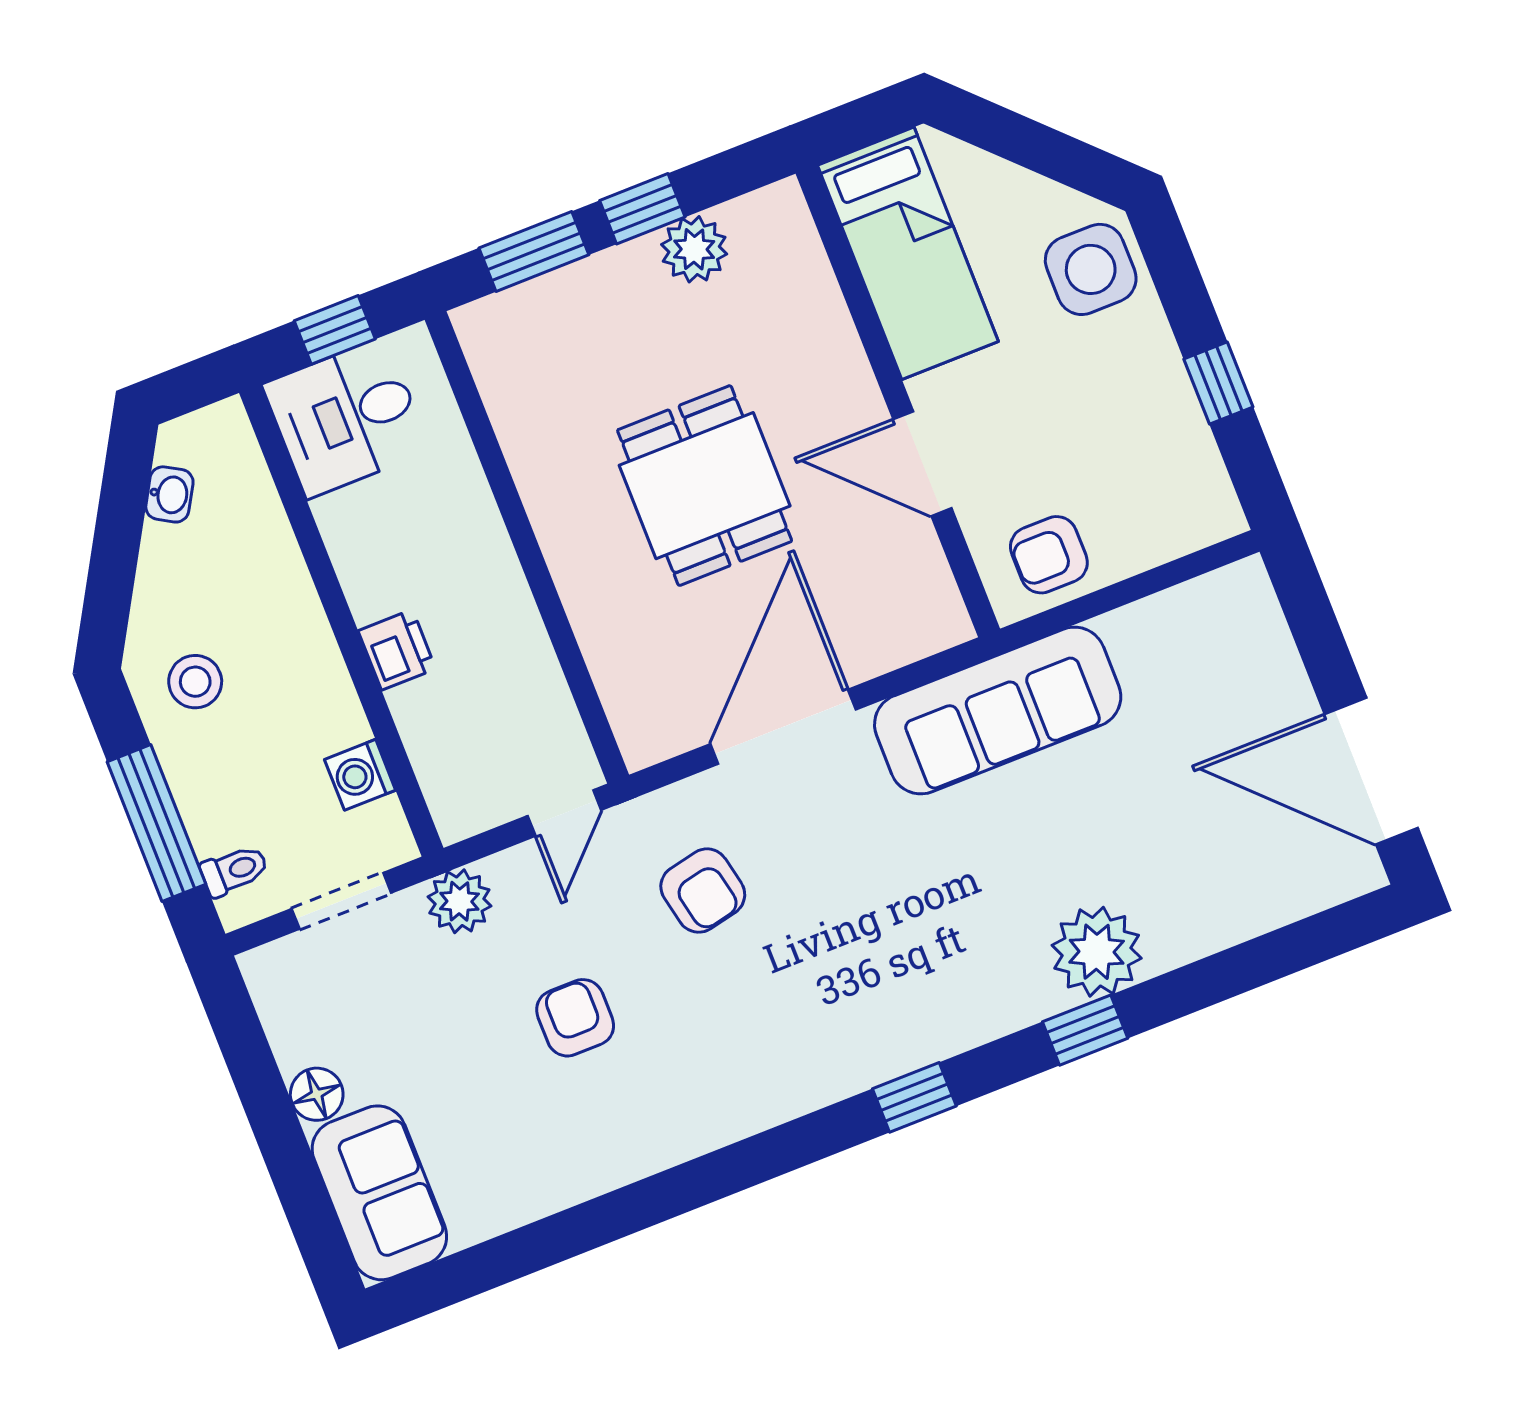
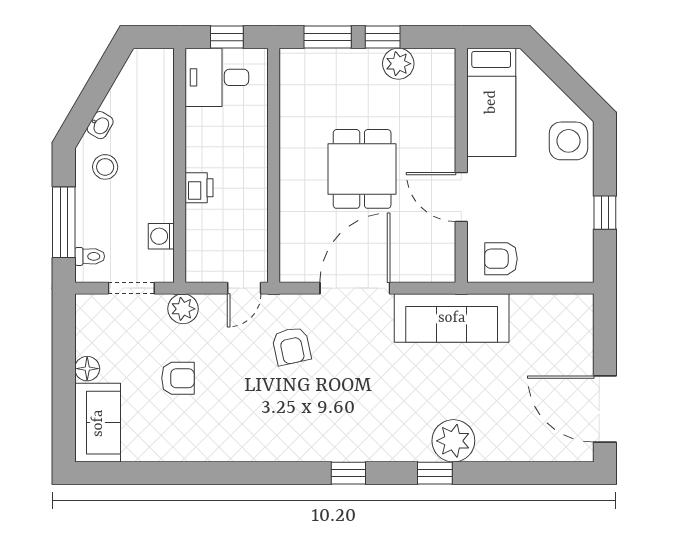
washbasin: (169, 494) -> (100, 125), moved
armchair: (575, 1018) -> (178, 378), moved, turned 90

